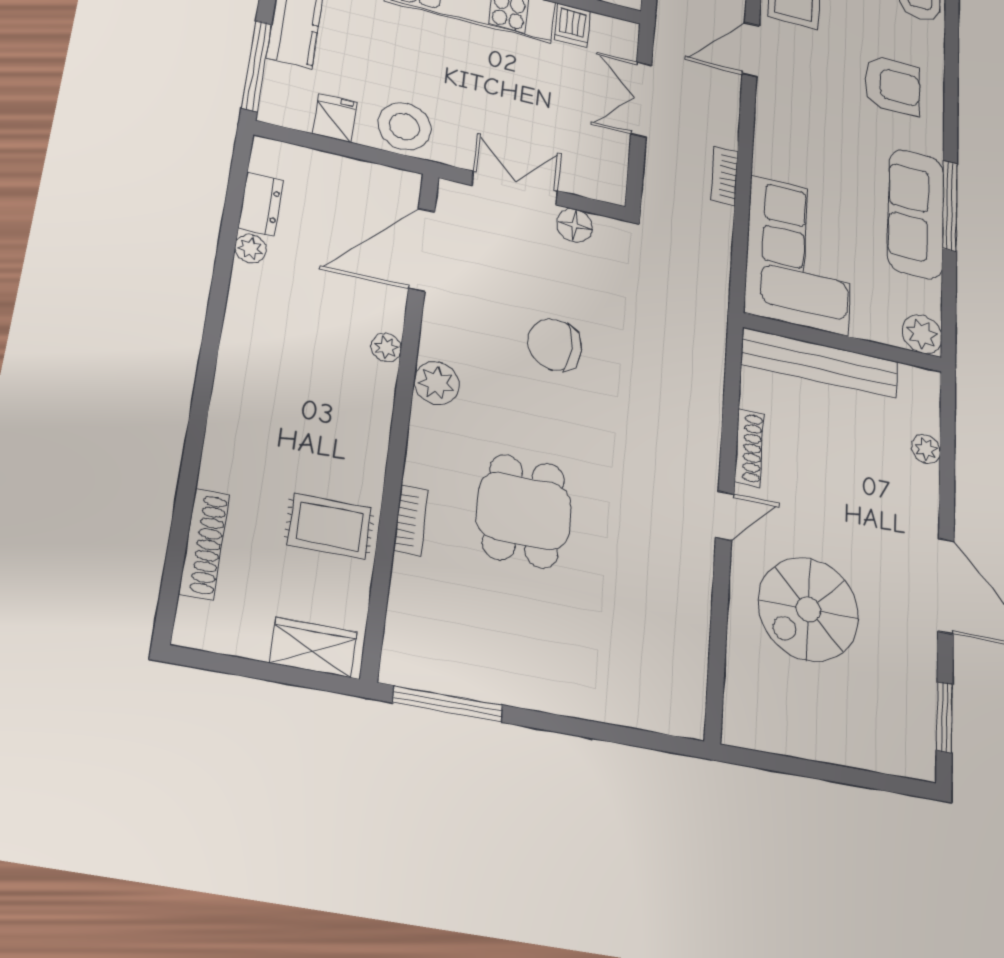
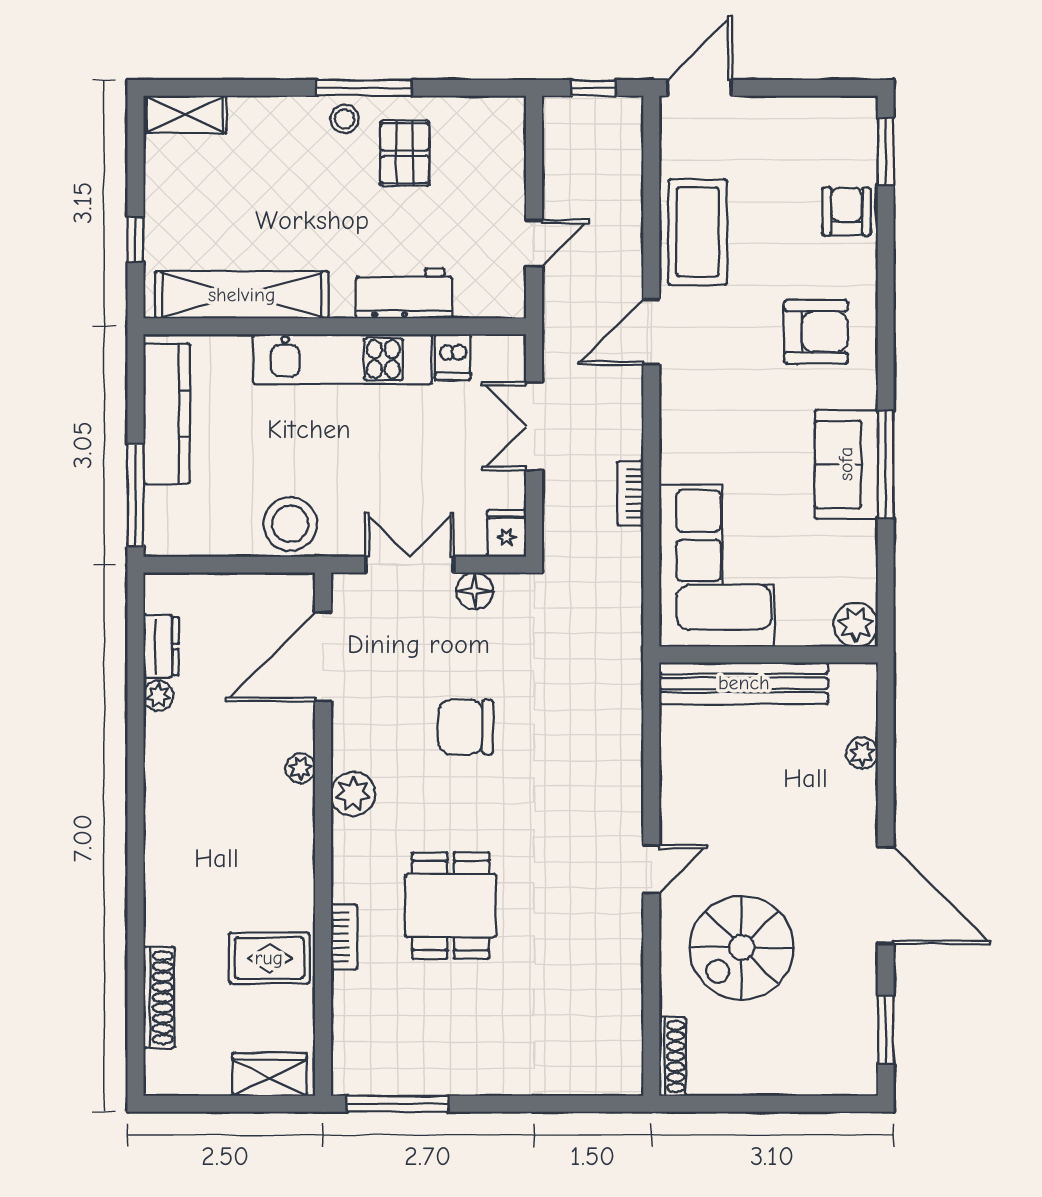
fridge: (335, 118) -> (507, 533), moved
sofa: (916, 214) -> (846, 464), width x0.73
shoe rack: (749, 448) -> (672, 1056), moved

